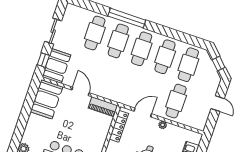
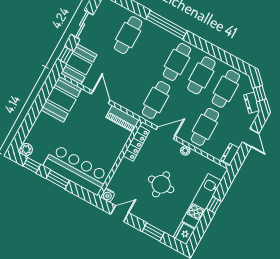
cafe table: (118, 41) -> (156, 100), moved
dresser: (213, 73) -> (252, 103), added
dresser: (202, 121) -> (230, 154), added

